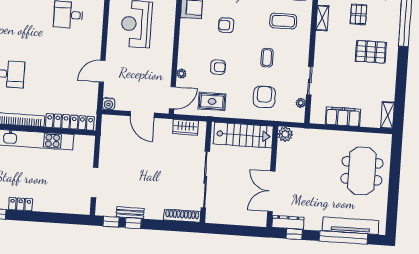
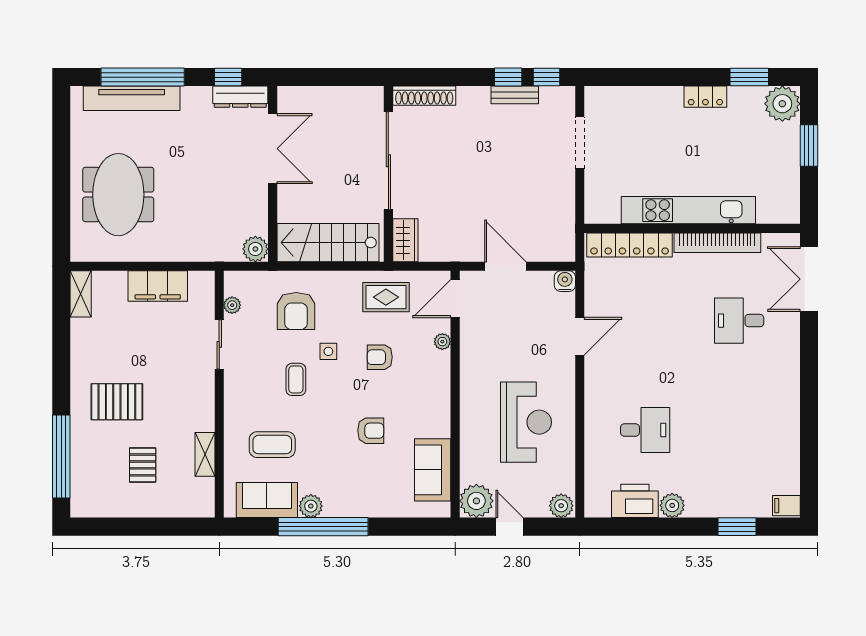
side table: (247, 72) -> (328, 351), added
wardrobe: (186, 127) -> (405, 240), moved, turned 90

